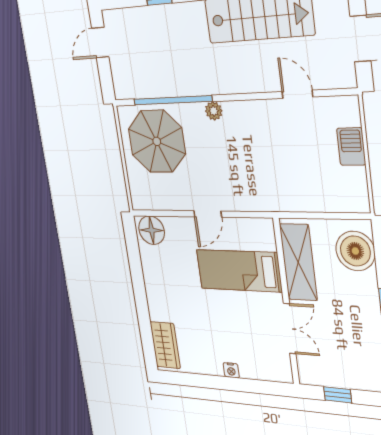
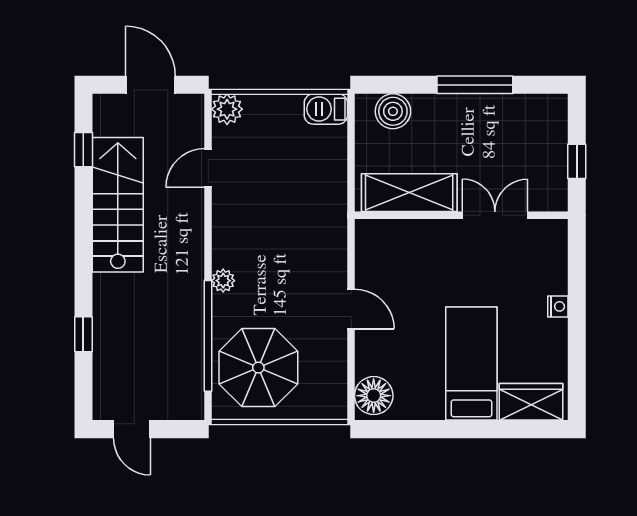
plant: (347, 109) -> (227, 109), added
barbecue: (351, 147) -> (326, 109), moved
boiler: (355, 251) -> (393, 111), width x0.73, depth x0.73
bed: (239, 271) -> (471, 364), moved, turned 180

